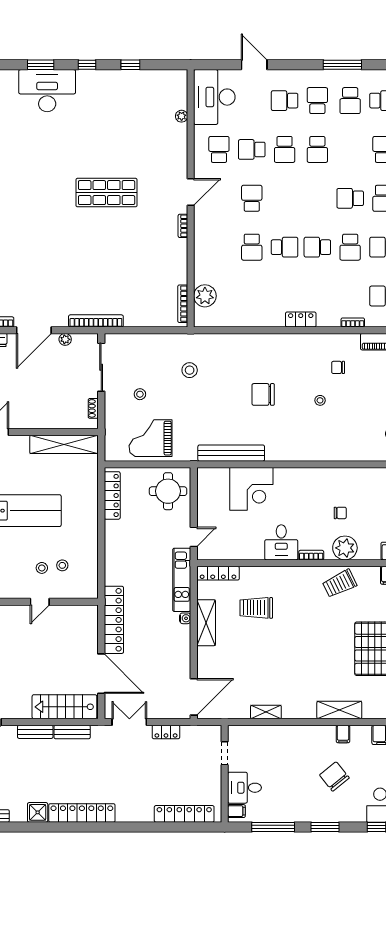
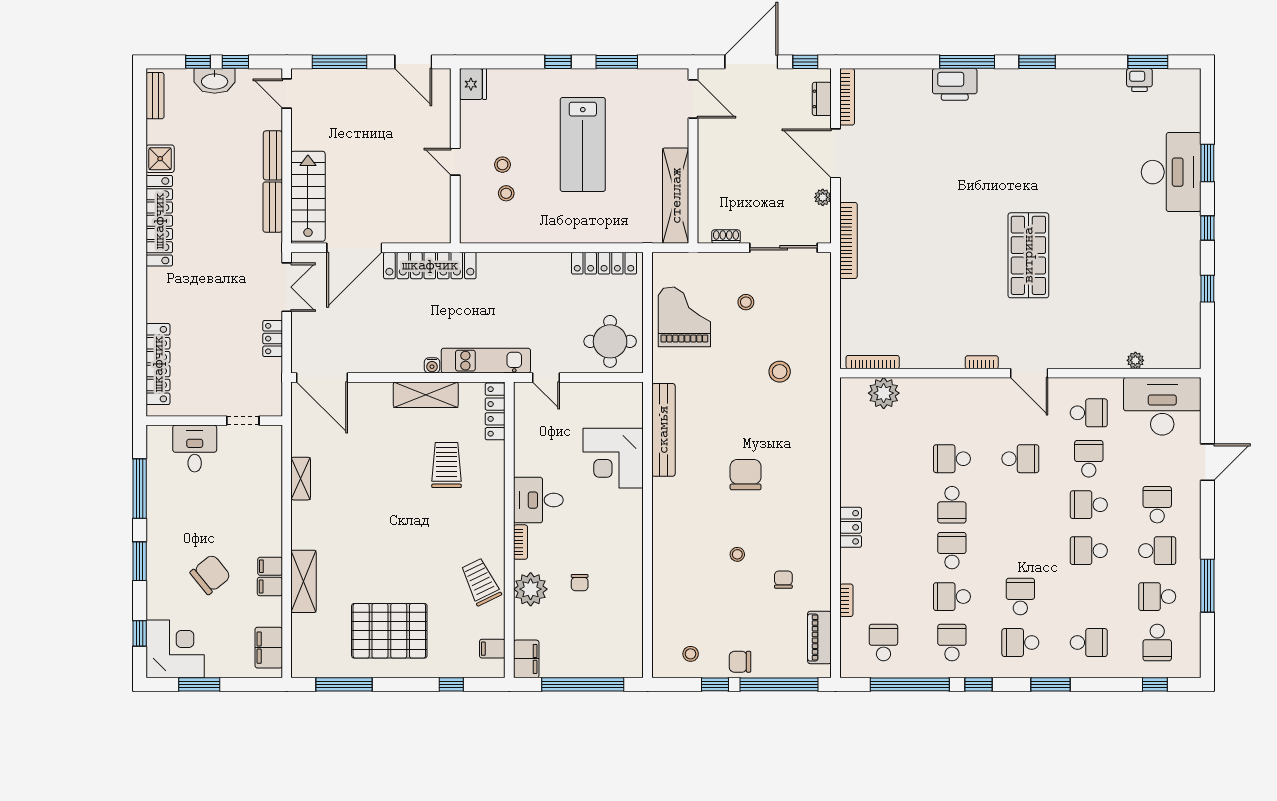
filing cabinet: (236, 811) -> (270, 566), moved, turned 90

